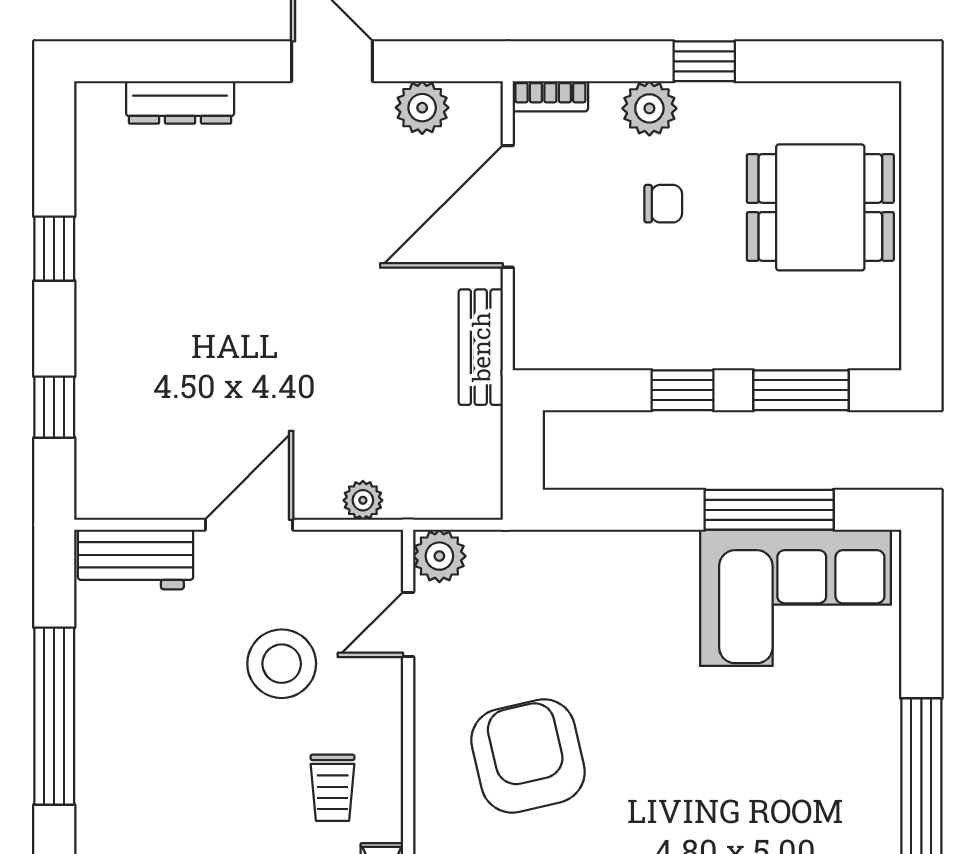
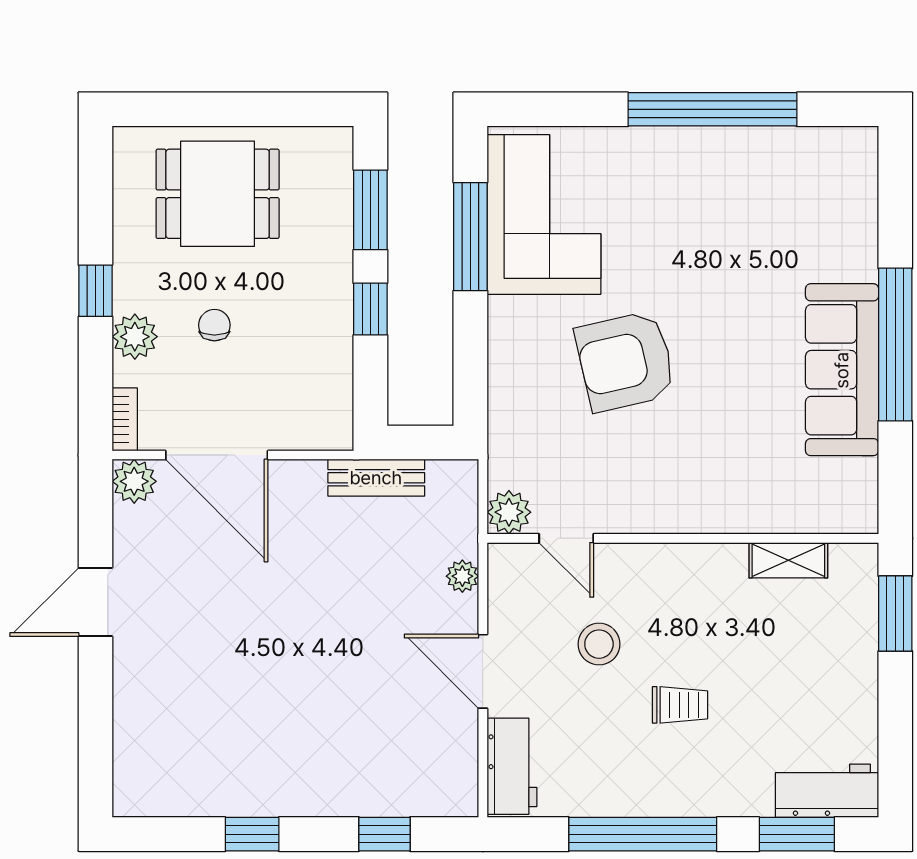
dresser: (180, 102) -> (130, 729), removed
plant: (422, 108) -> (134, 481), moved
dining table: (820, 207) -> (218, 194), turned 90
bench: (481, 347) -> (376, 478), moved
stool: (282, 664) -> (599, 644), width x0.73, depth x0.73
armchair: (528, 756) -> (625, 361), moved
trolley: (333, 788) -> (680, 705), moved

